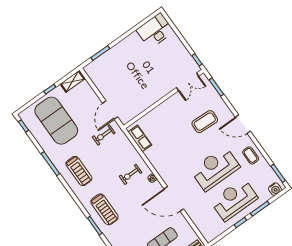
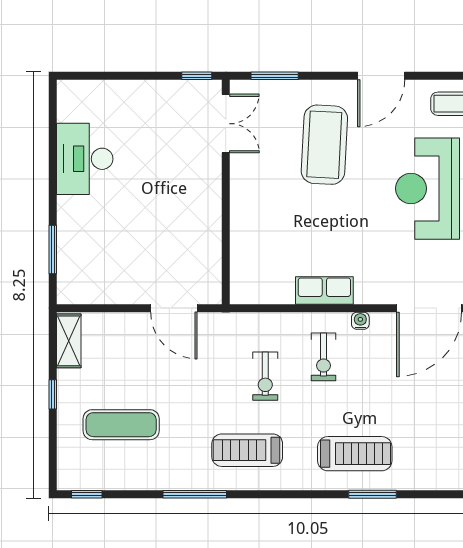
desk: (155, 31) -> (85, 159), moved
exercise mat: (56, 121) -> (121, 425), width x0.50, depth x0.69
coffee table: (205, 122) -> (324, 145), width x1.36, depth x1.32
exercise bike: (104, 135) -> (265, 376), moved
row of seats: (140, 138) -> (324, 291), moved
treadmill: (79, 171) -> (247, 450), turned 180

